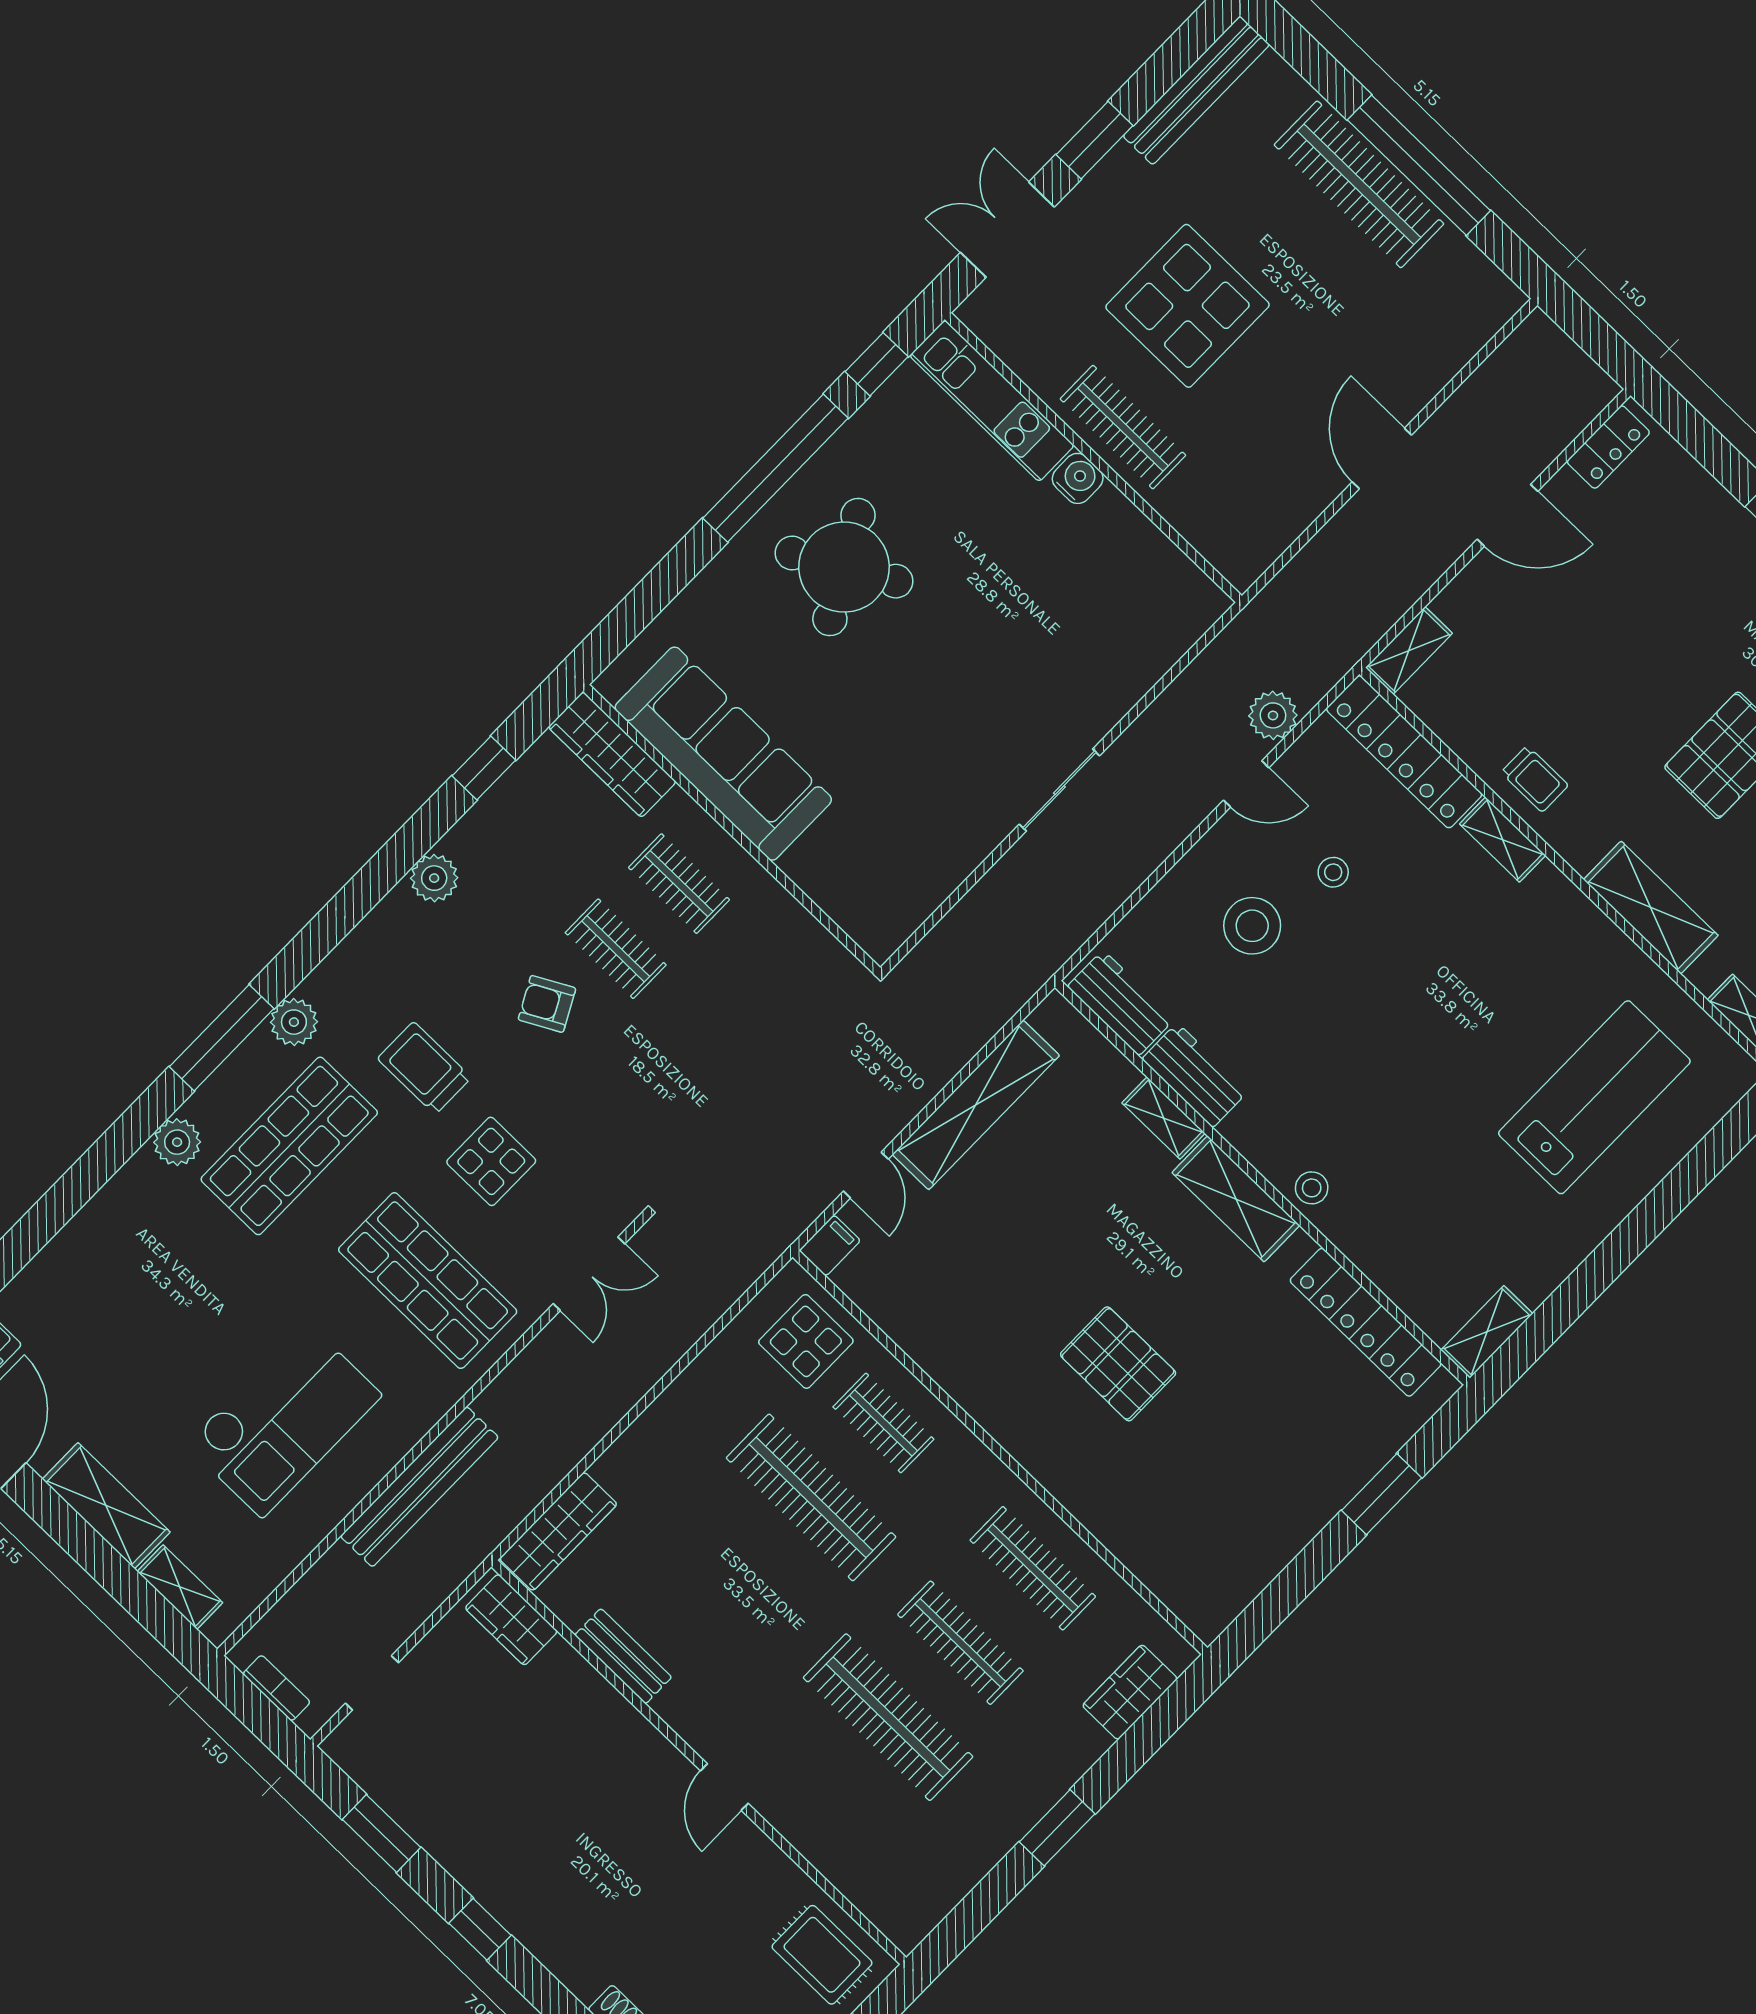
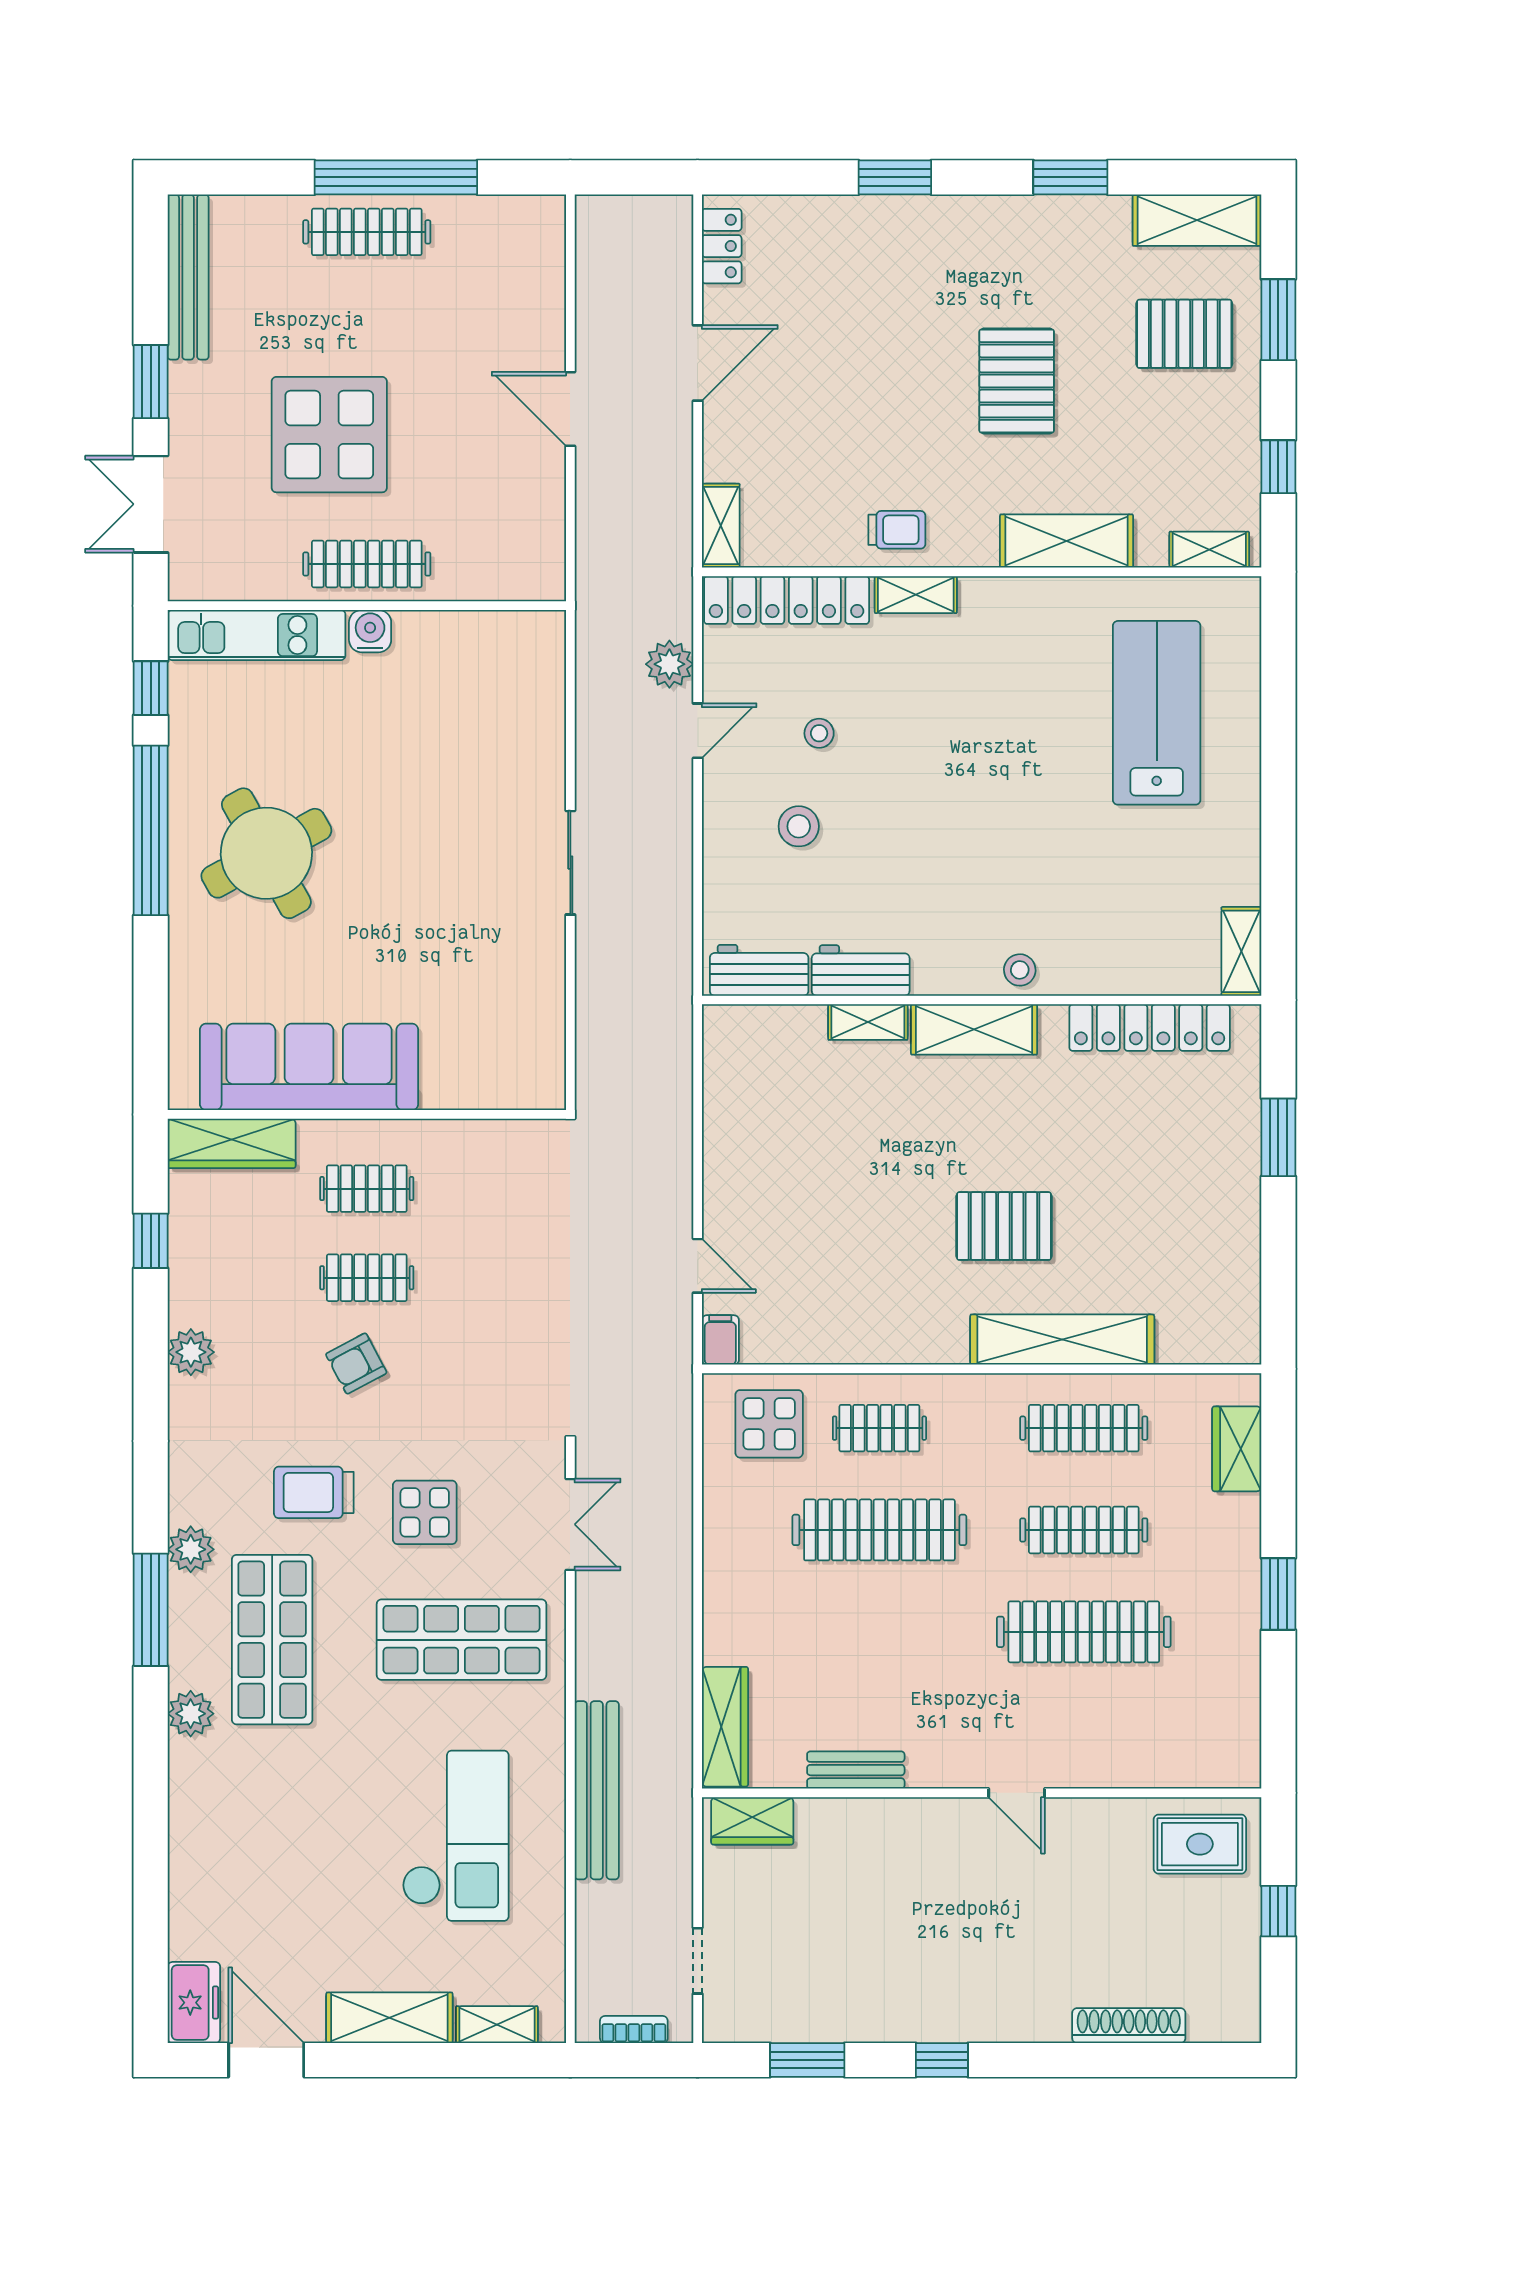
clothes rail: (1359, 184) -> (367, 232), width x0.73, depth x0.76
stool: (1252, 926) -> (799, 826), width x0.73, depth x0.73
shelving: (976, 1105) -> (1062, 1340), moved, turned 90

